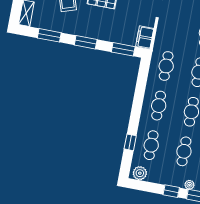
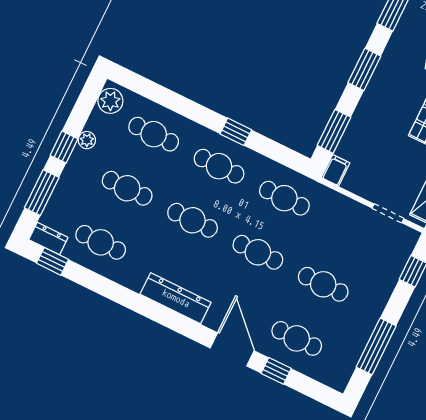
filing cabinet: (145, 37) -> (336, 170), width x0.50
window: (130, 142) -> (236, 132), moved
plant: (189, 185) -> (87, 140), moved

